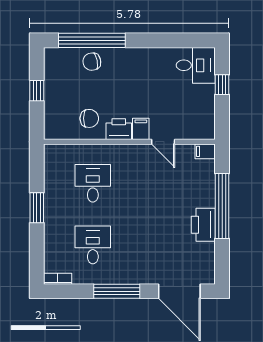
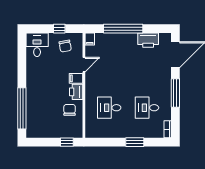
chair: (92, 62) -> (65, 46), moved
window: (222, 85) -> (59, 29), moved
window: (37, 91) -> (67, 142), moved
window: (37, 208) -> (135, 142), moved
printer: (203, 225) -> (148, 40), moved

